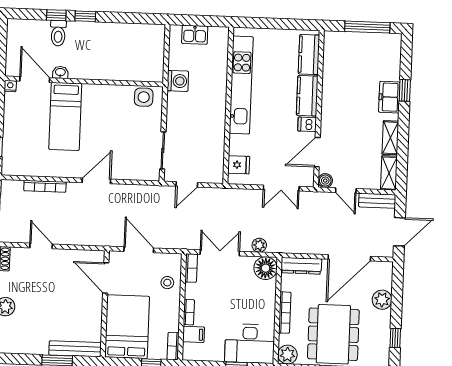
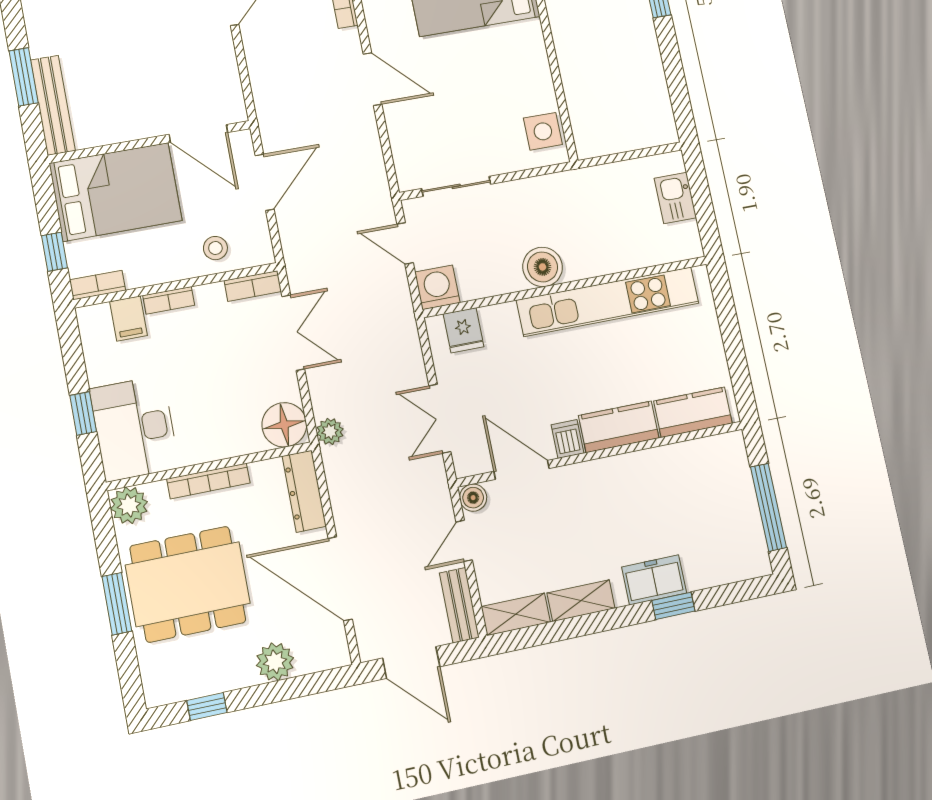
washing machine: (178, 81) -> (437, 287), moved, turned 180
boiler: (215, 115) -> (543, 267), added
plant: (259, 245) -> (330, 431), moved
door: (106, 278) -> (198, 133), swing flipped

